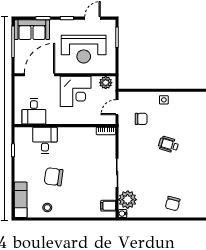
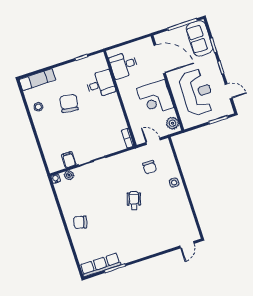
reception desk: (84, 49) -> (197, 92), turned 180
plant: (128, 200) -> (69, 175), width x0.53, depth x0.53
filing cabinet: (108, 206) -> (69, 160), moved

